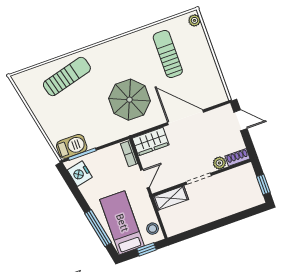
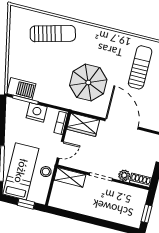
nightstand: (80, 174) -> (37, 112), moved, turned 102
stool: (153, 229) -> (46, 172), moved

